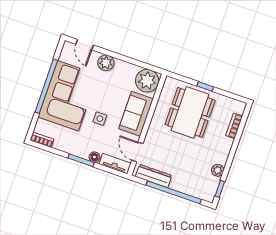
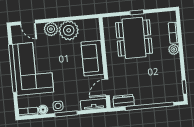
plant: (147, 81) -> (69, 30), moved
side table: (100, 119) -> (58, 106), moved
door: (137, 152) -> (107, 87), hinge flipped
floor lamp: (94, 157) -> (43, 110), moved
plant: (218, 170) -> (174, 49), moved
dresser: (154, 176) -> (124, 101), width x0.70

